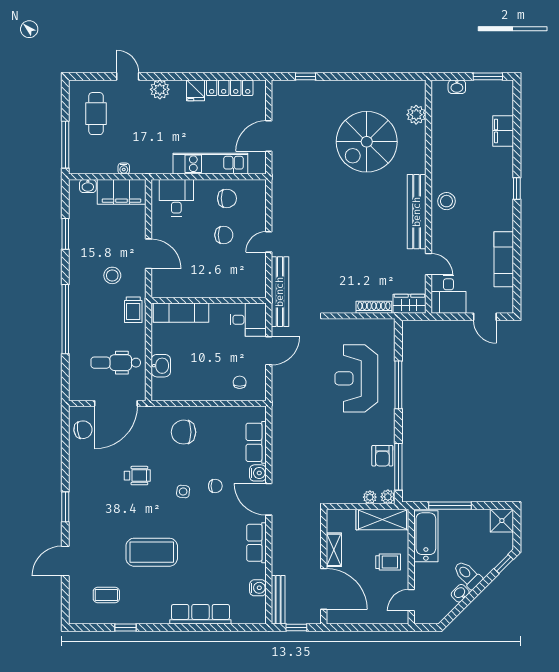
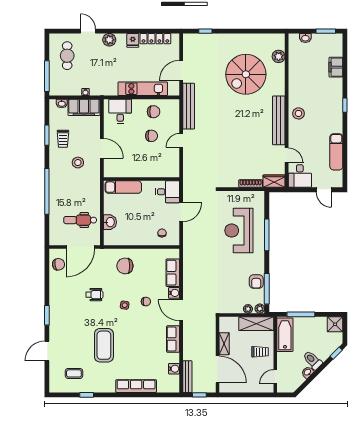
bench: (280, 292) -> (189, 106), moved
trolley: (133, 310) -> (63, 139), moved
coffee table: (152, 552) -> (104, 345), turned 90

